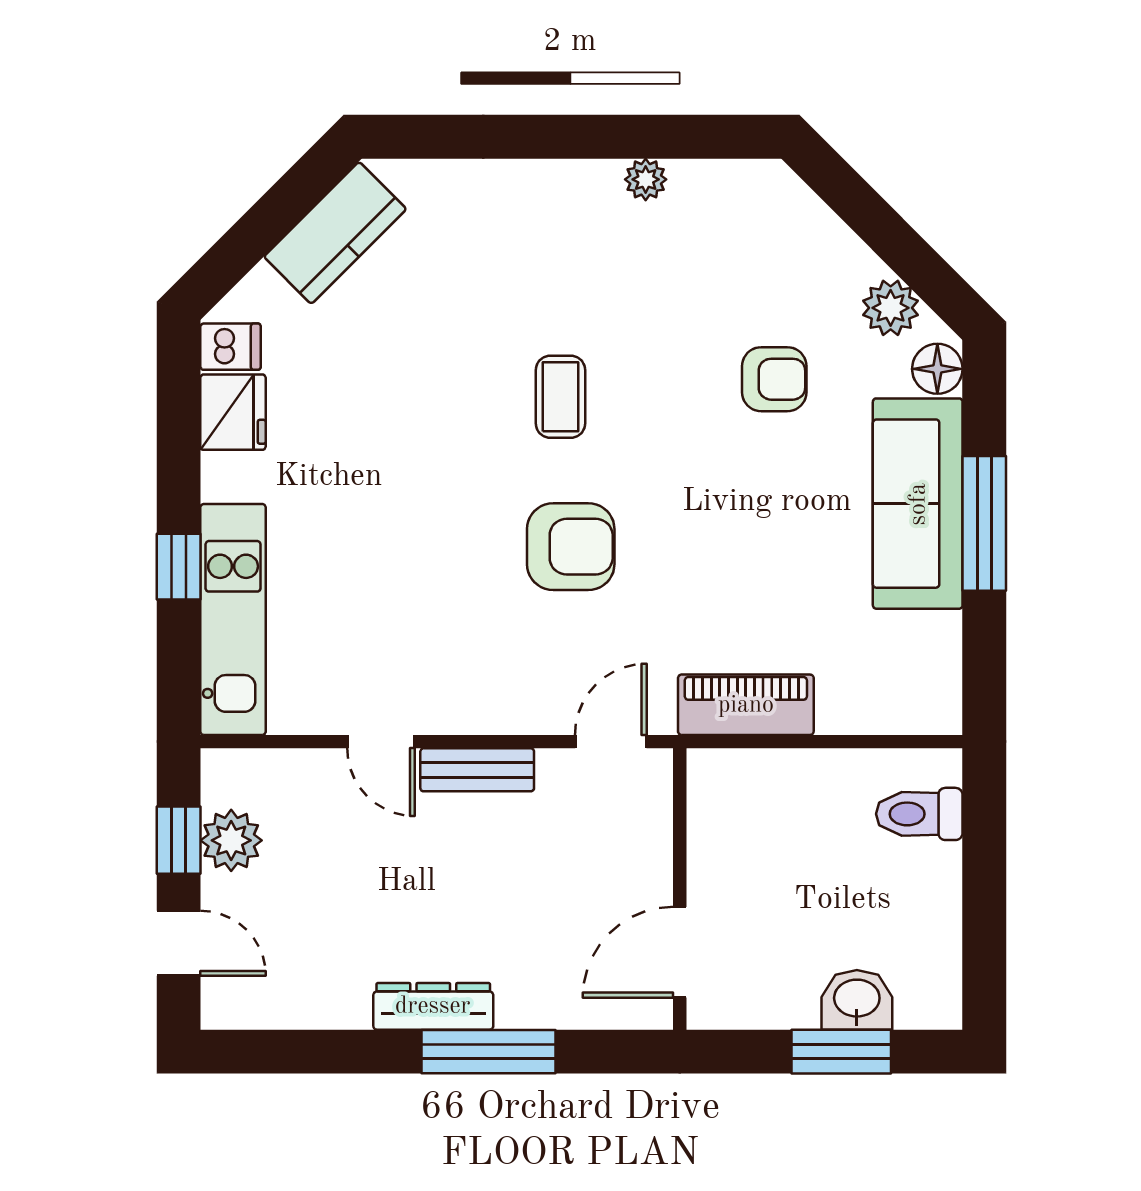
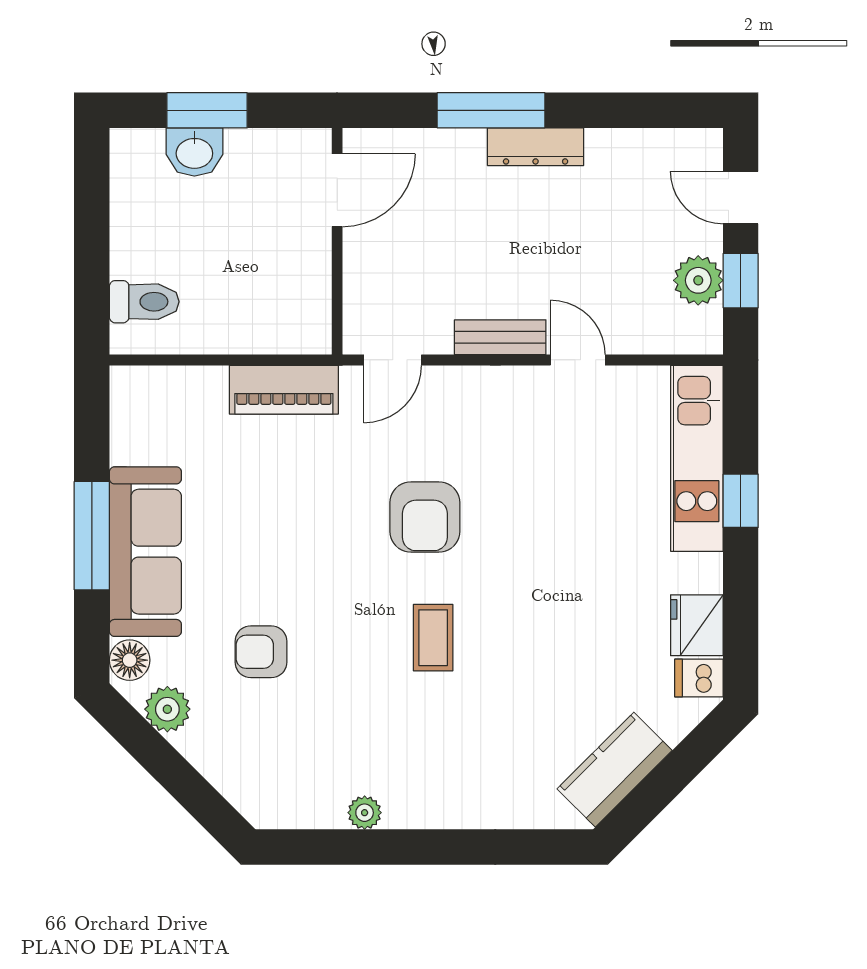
armchair: (571, 547) -> (425, 517), turned -90

